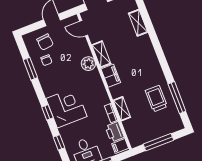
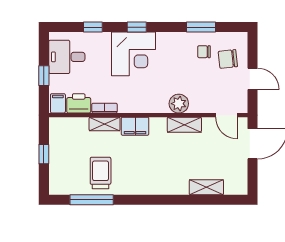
door: (84, 28) -> (226, 115), swing flipped
filing cabinet: (111, 76) -> (135, 126), moved
trolley: (156, 99) -> (101, 173), turned -90
window: (158, 142) -> (44, 154), width x0.46

